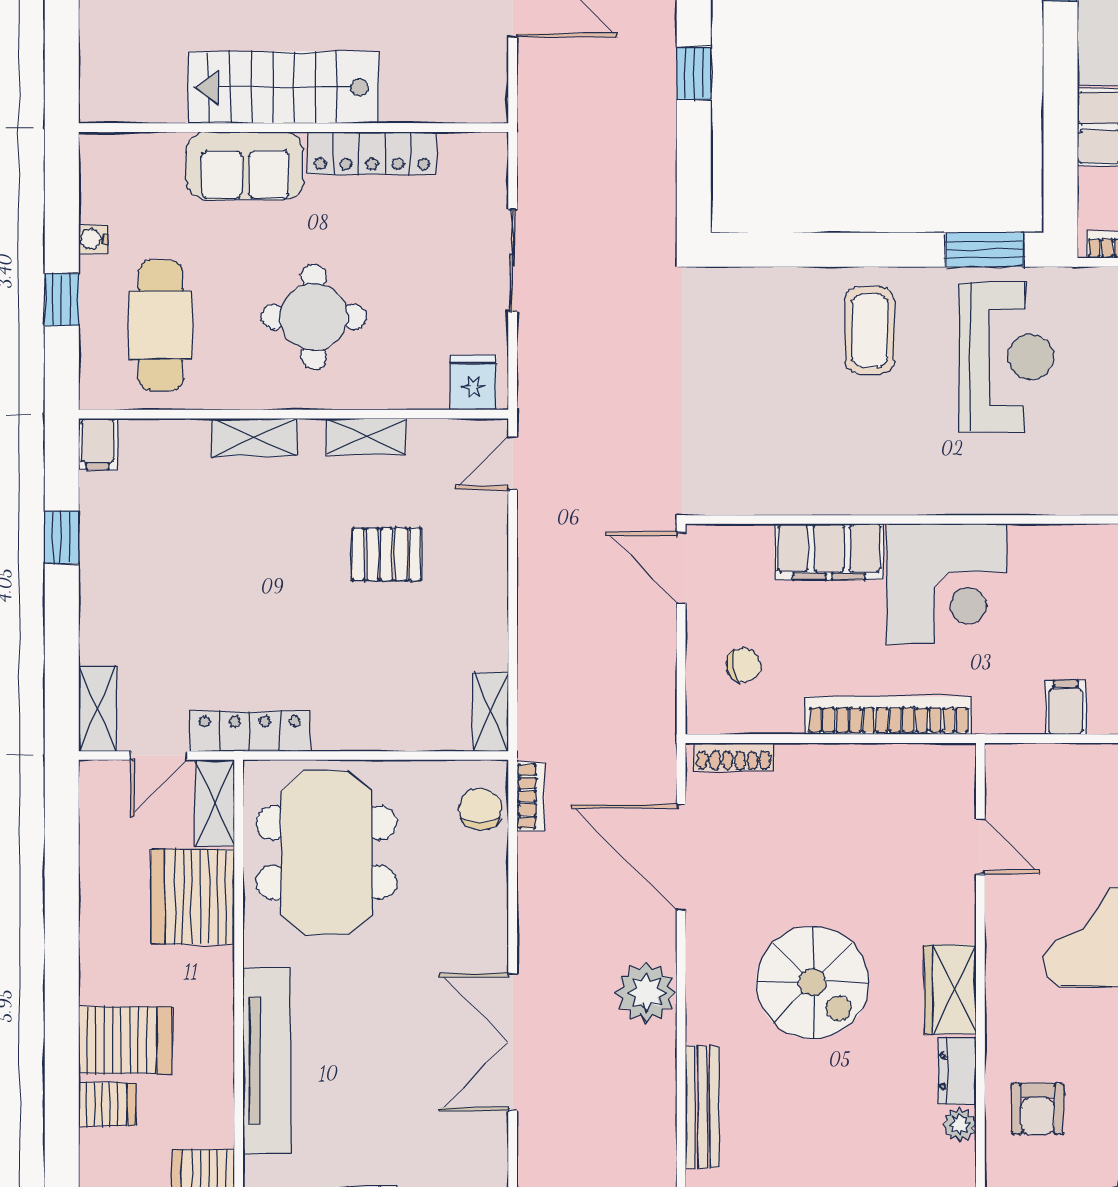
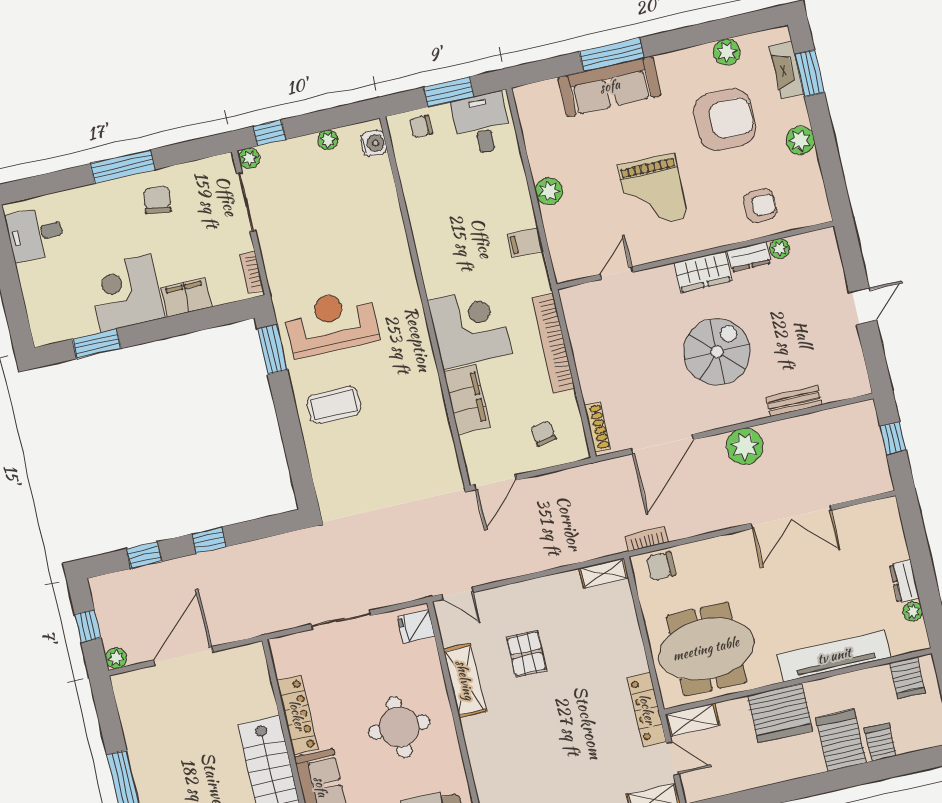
shelving: (366, 436) -> (465, 680), width x1.50, depth x1.33
shelving: (254, 437) -> (477, 745), removed
server rack: (193, 897) -> (780, 713), moved
bench: (703, 1107) -> (794, 401), width x0.73

